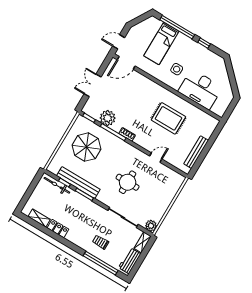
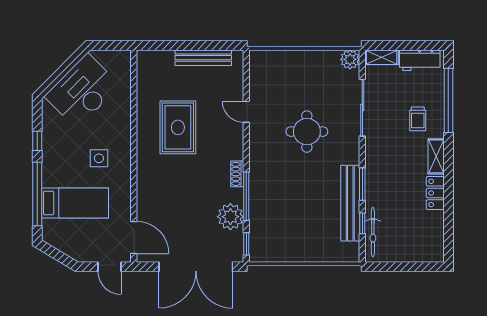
double door: (93, 85) -> (196, 267), width x1.87
desk: (200, 89) -> (82, 91), moved, turned -135
parasol: (86, 147) -> (291, 222), removed
shelving: (39, 218) -> (436, 156), moved

